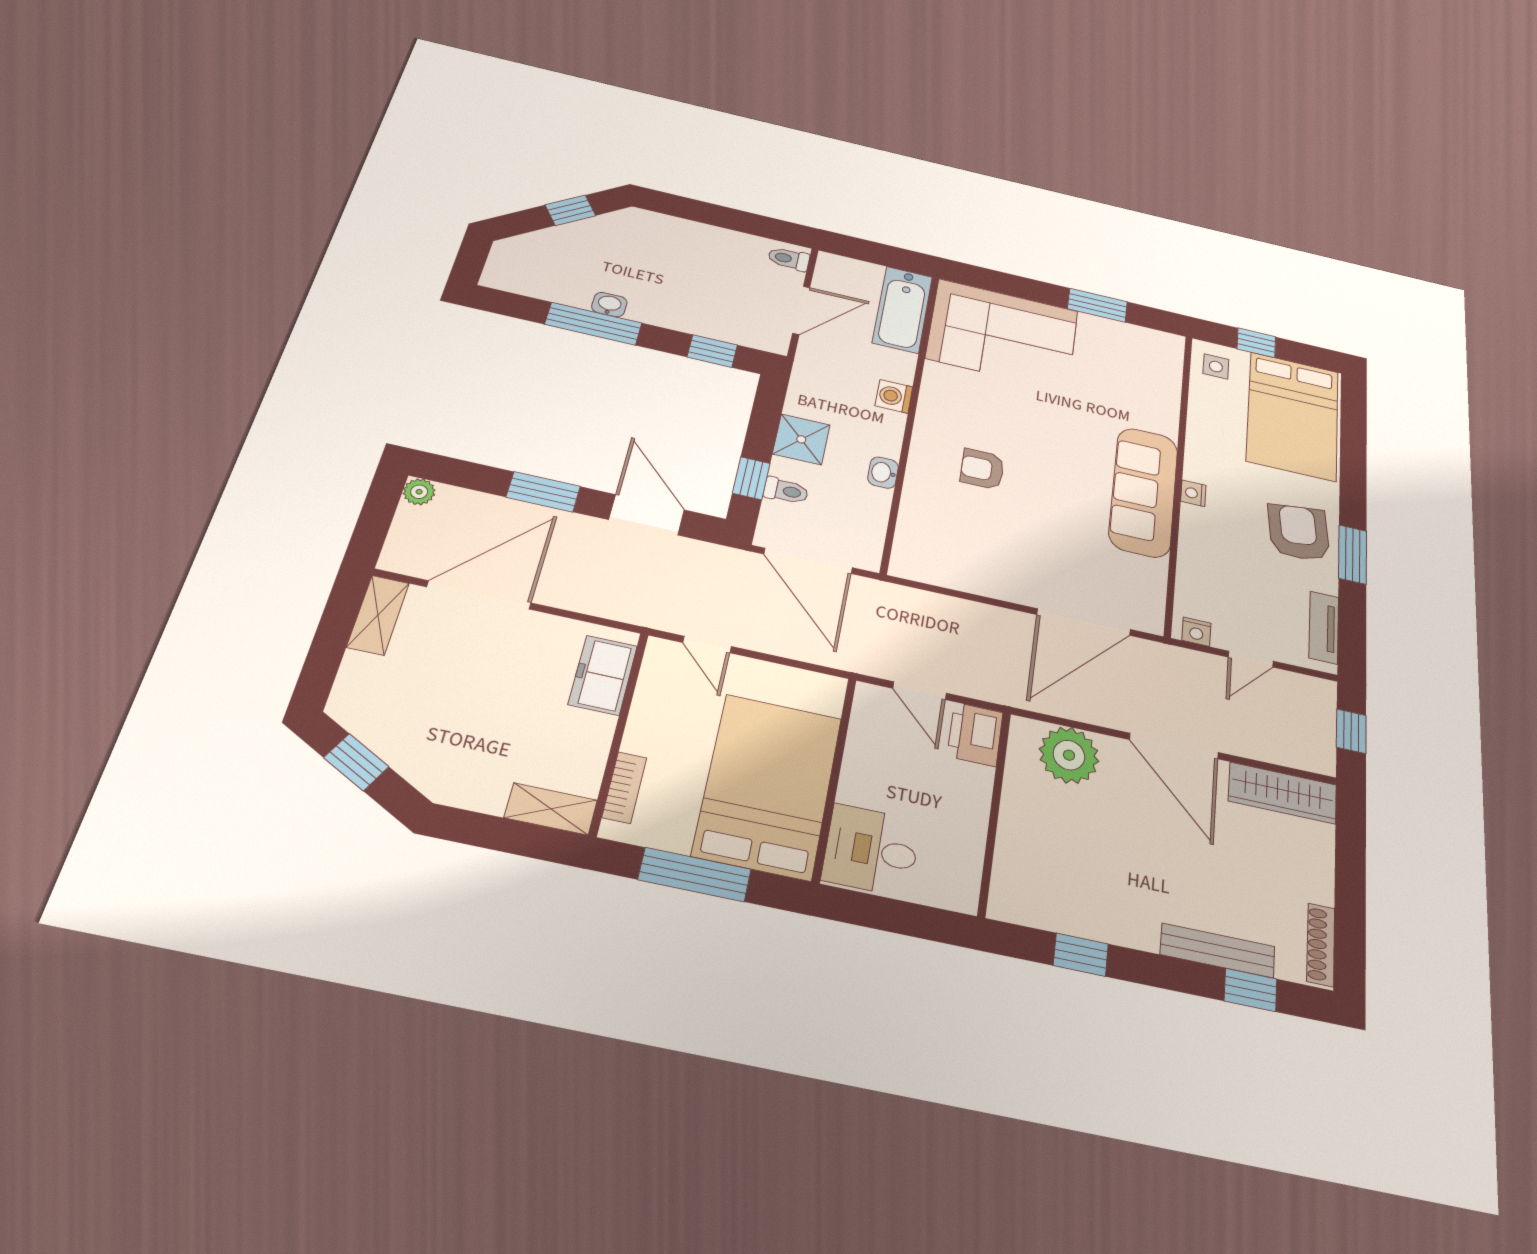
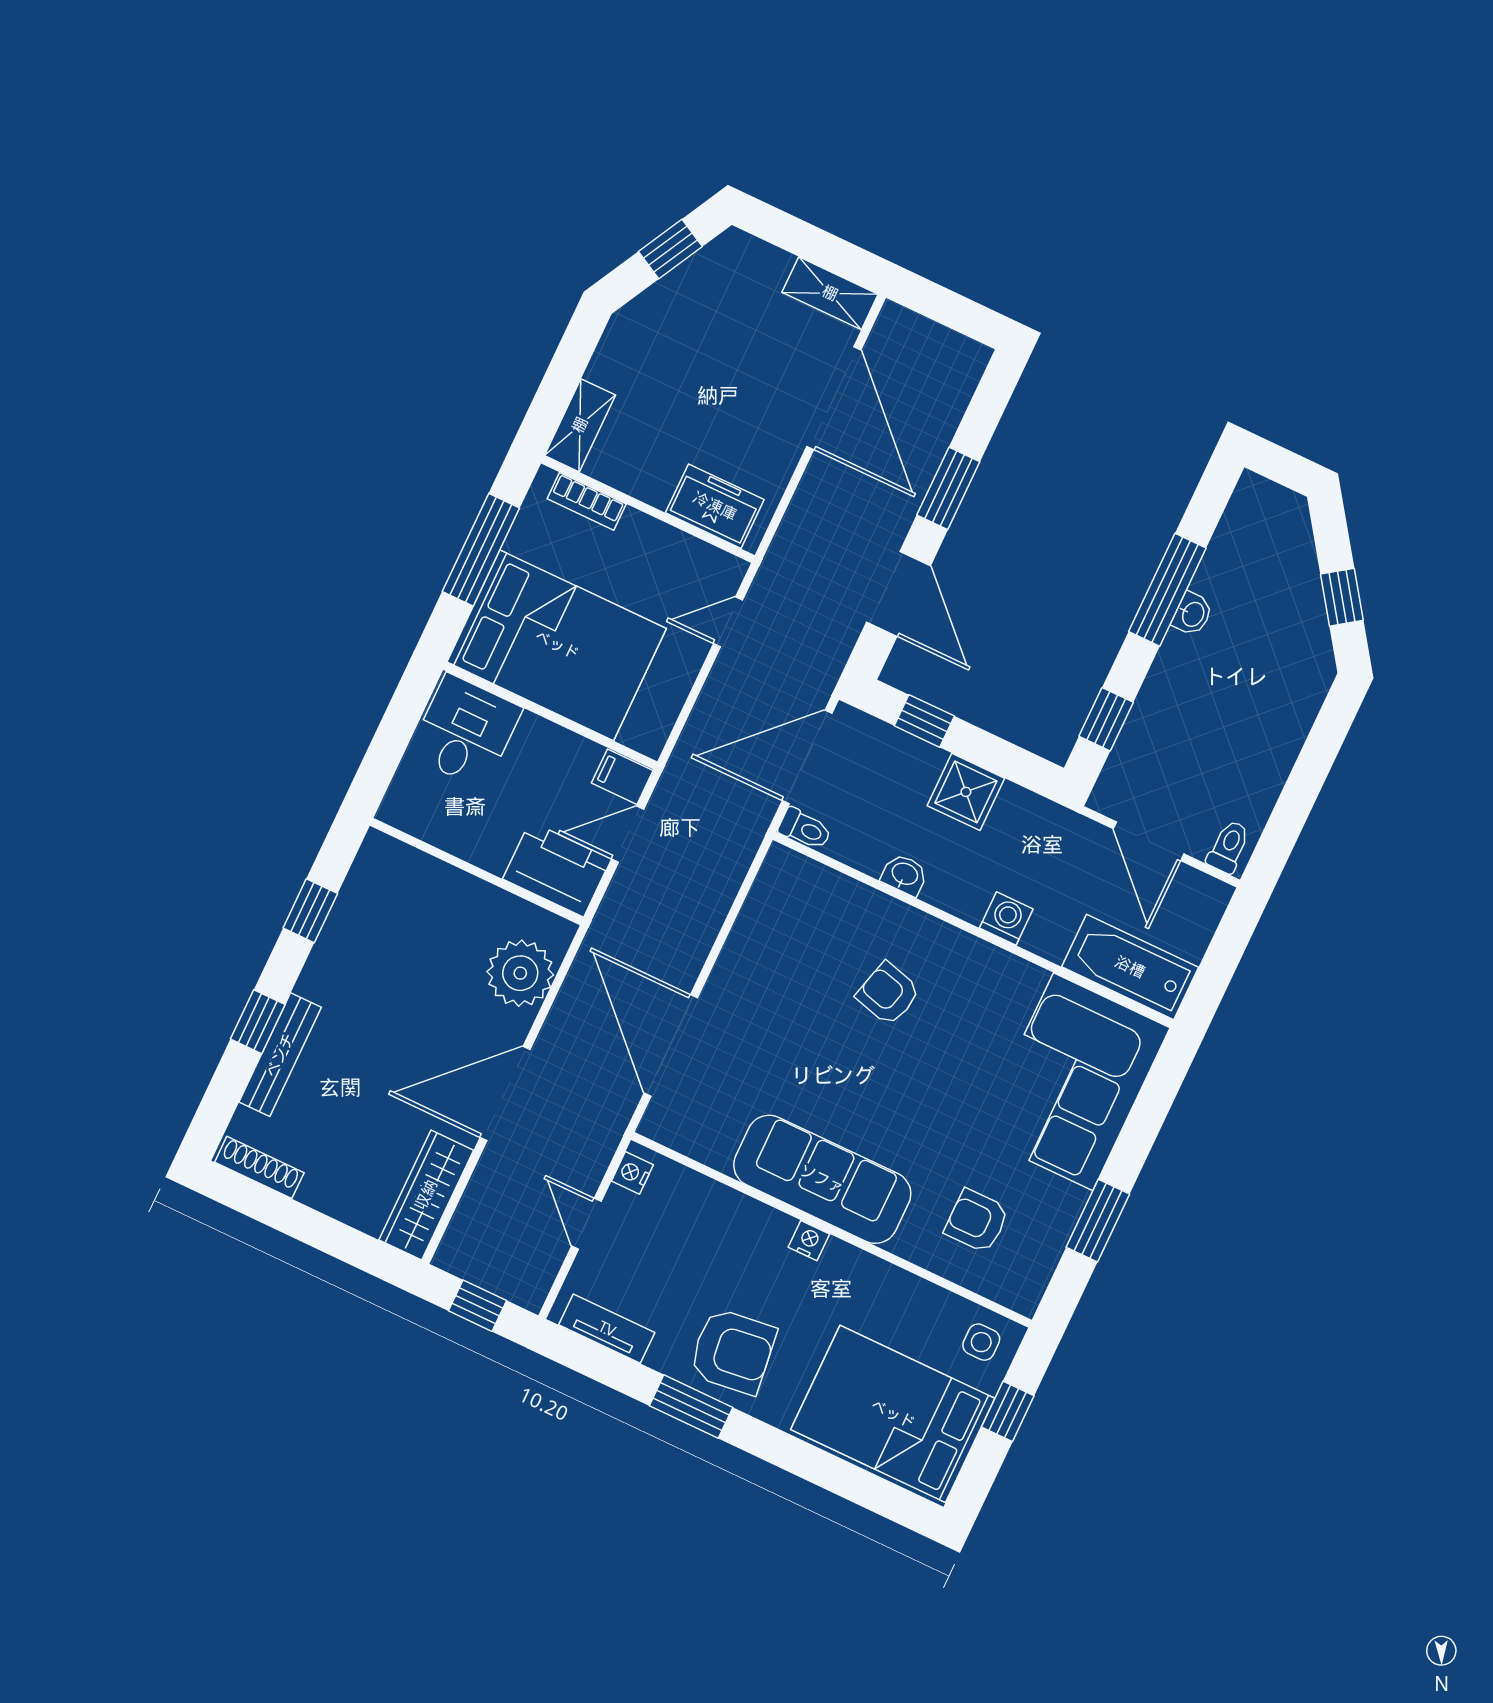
armchair: (1130, 382) -> (977, 1221), added
armchair: (982, 469) -> (888, 994), turned -75
toilet: (786, 491) -> (805, 829), moved, turned -90
plant: (419, 492) -> (972, 357), removed
door: (647, 515) -> (899, 594), hinge flipped
filing cabinet: (871, 705) -> (622, 777), added
printer: (975, 734) -> (557, 869), width x1.37, depth x1.19
window: (1250, 990) -> (258, 1022), moved

